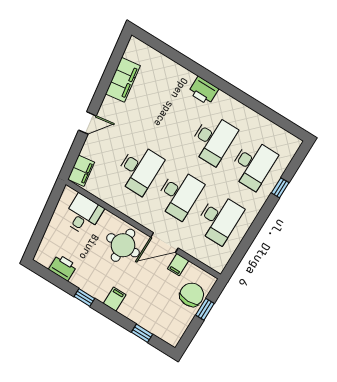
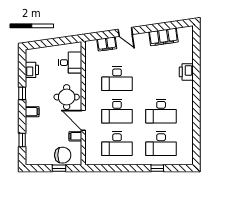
printer: (203, 91) -> (186, 72), moved
filing cabinet: (81, 171) -> (107, 44), moved

